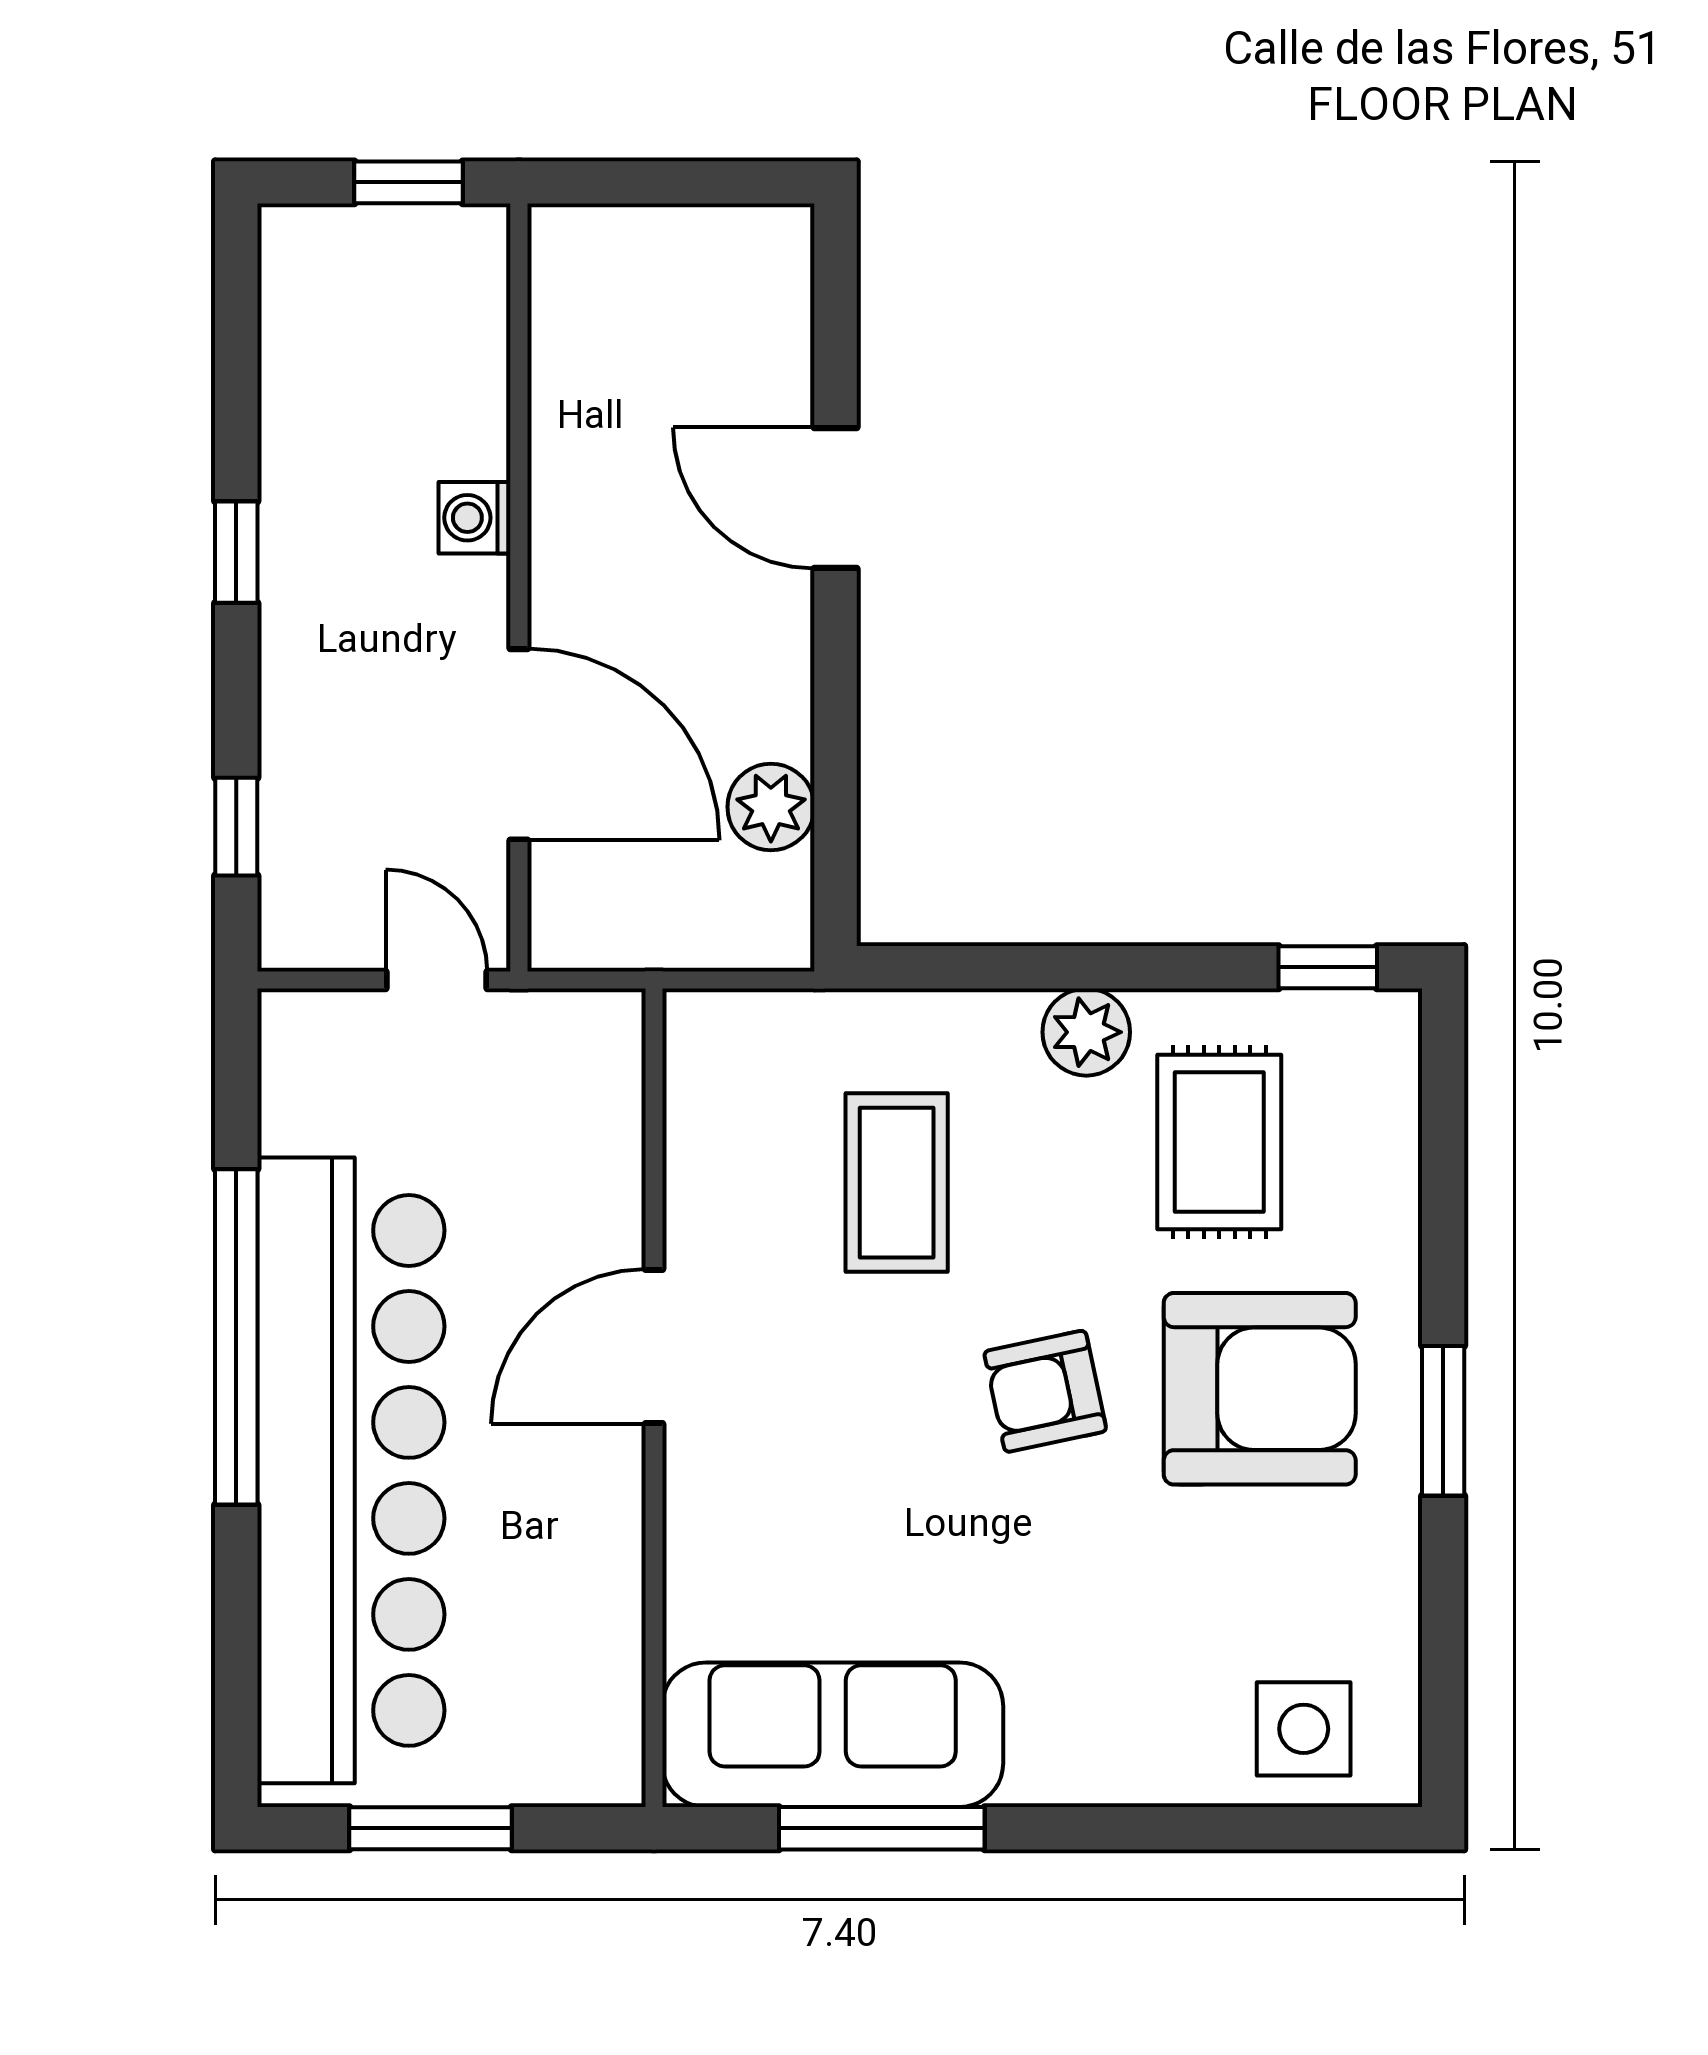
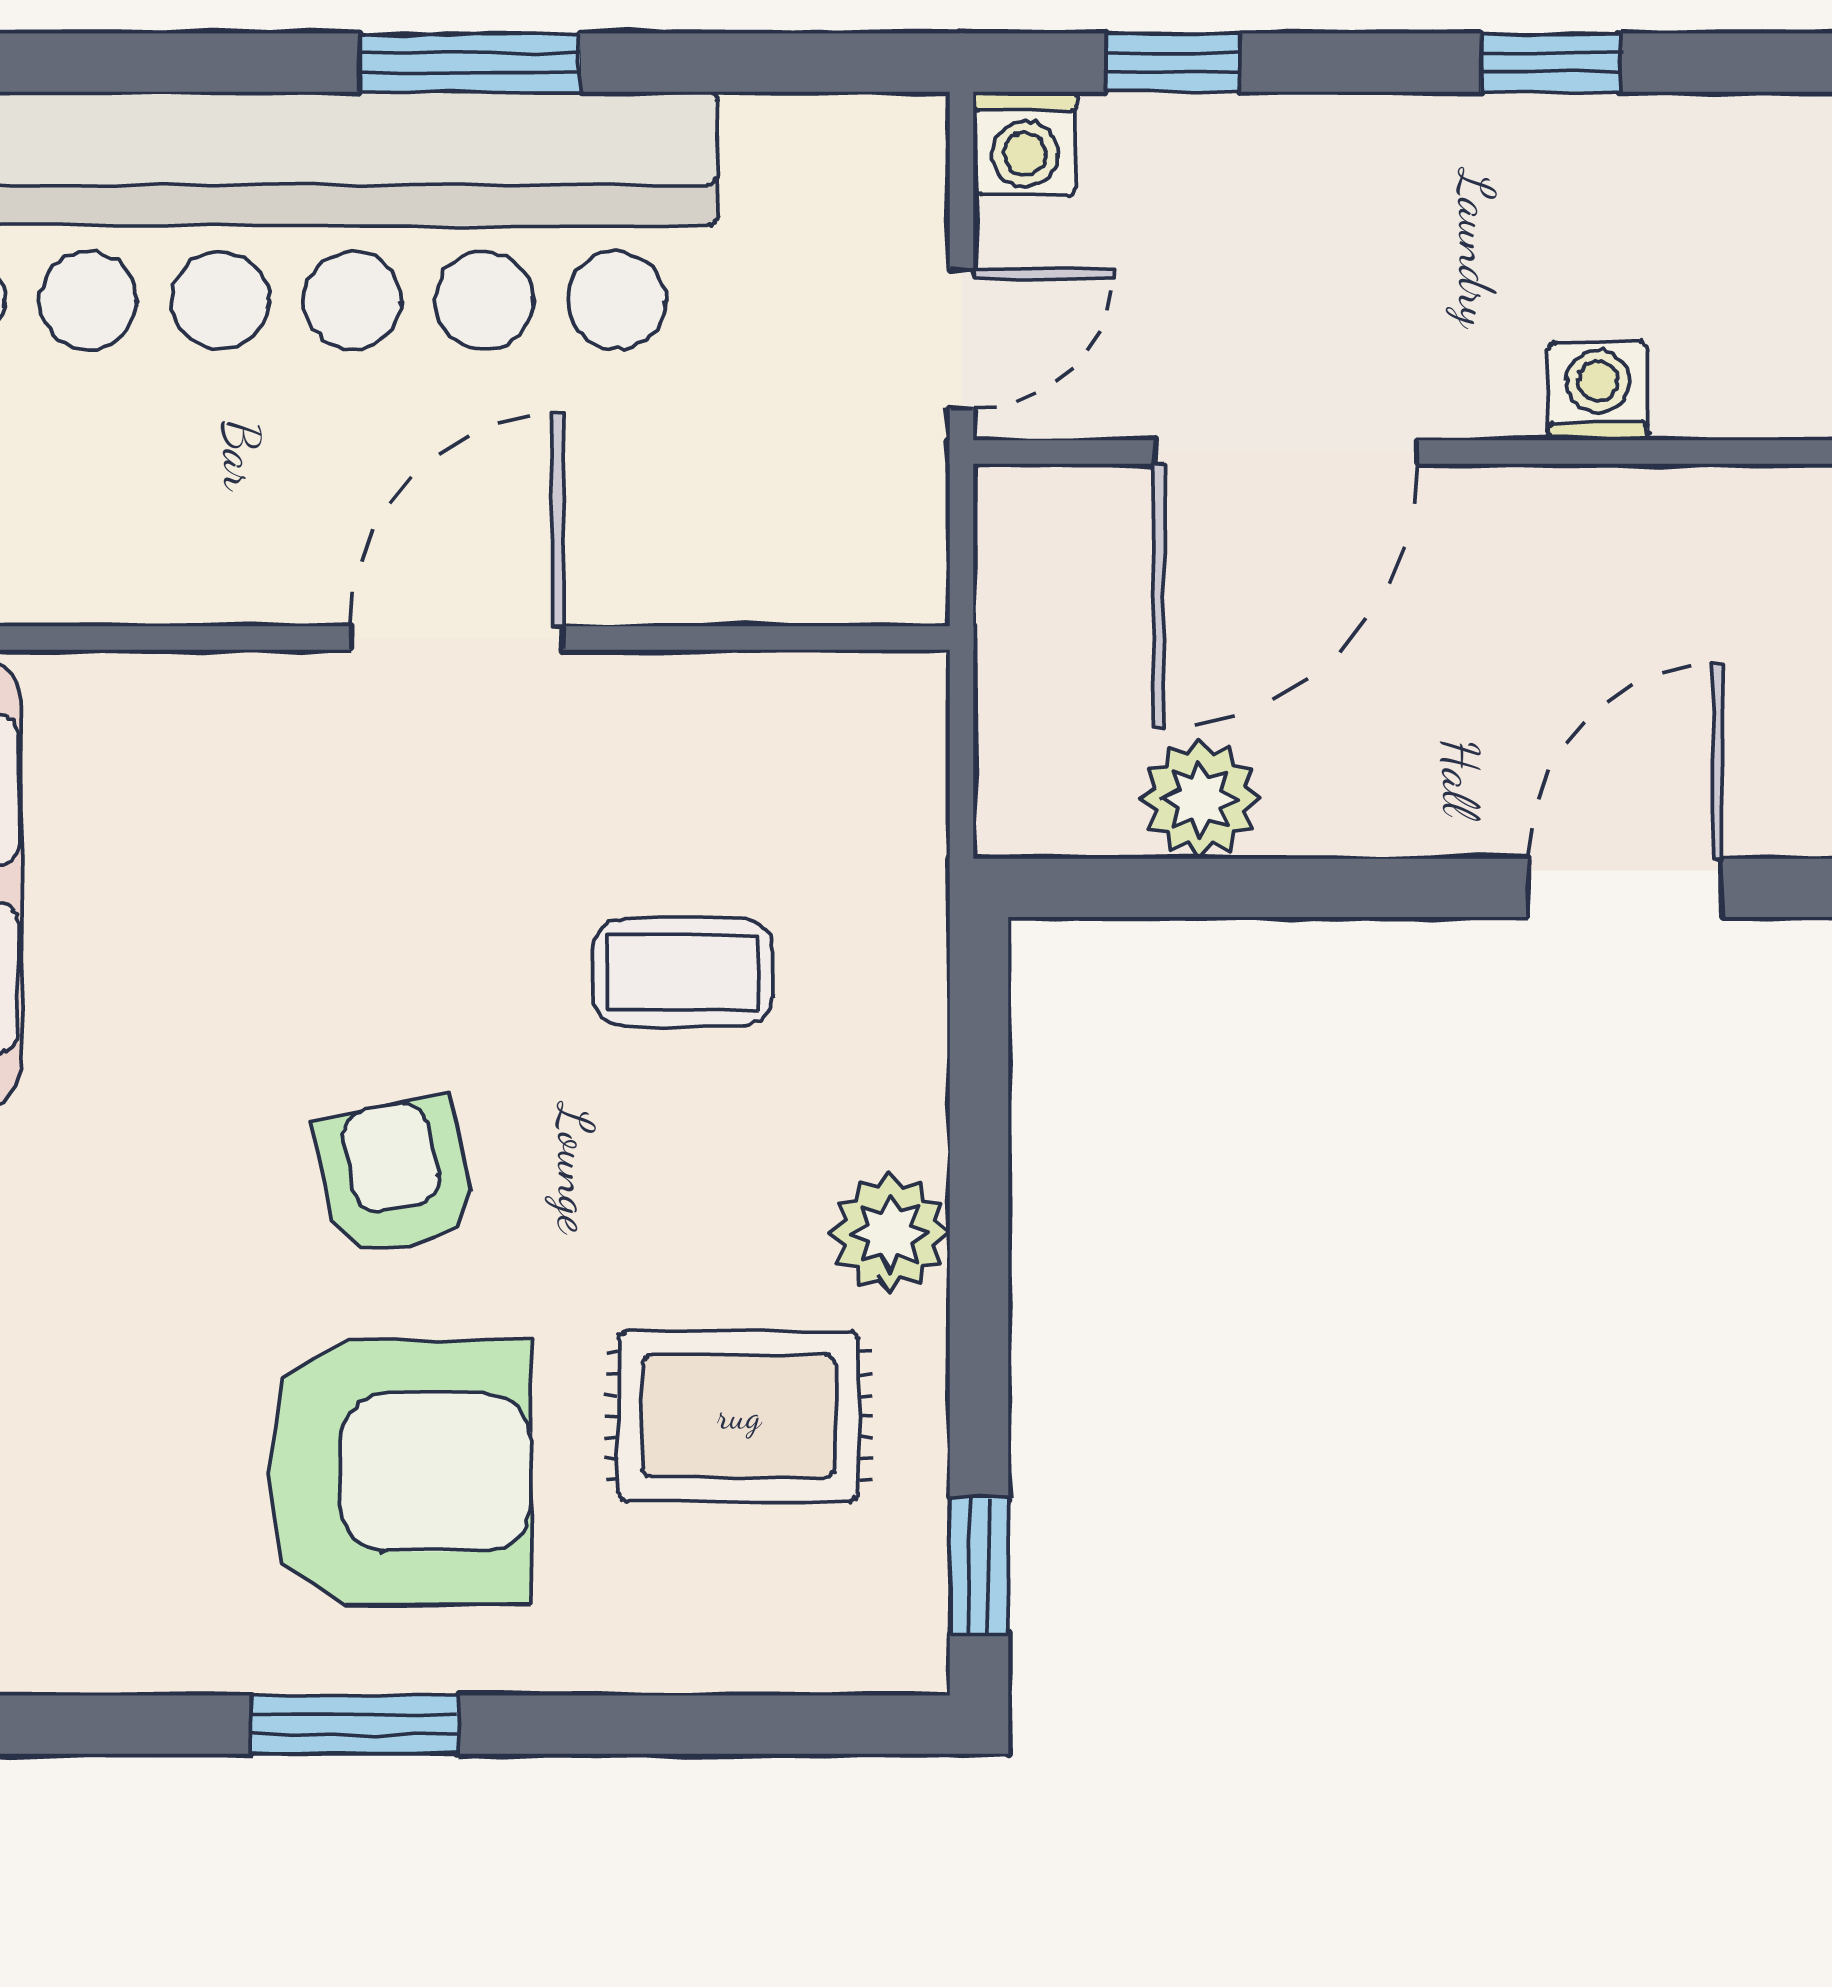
washing machine: (295, 934) -> (1025, 143), added
coffee table: (897, 1183) -> (683, 972), width x0.73, depth x0.77
window: (236, 1337) -> (470, 63), width x0.47
door: (654, 1346) -> (457, 638), hinge flipped
armchair: (1260, 1389) -> (399, 1472), turned -90

